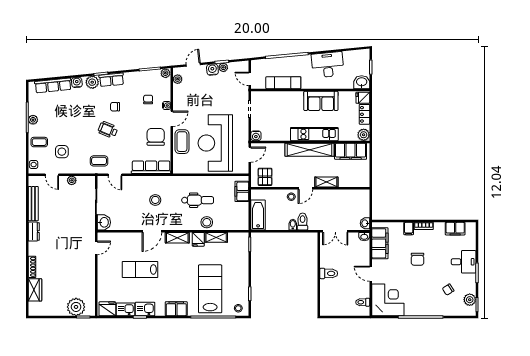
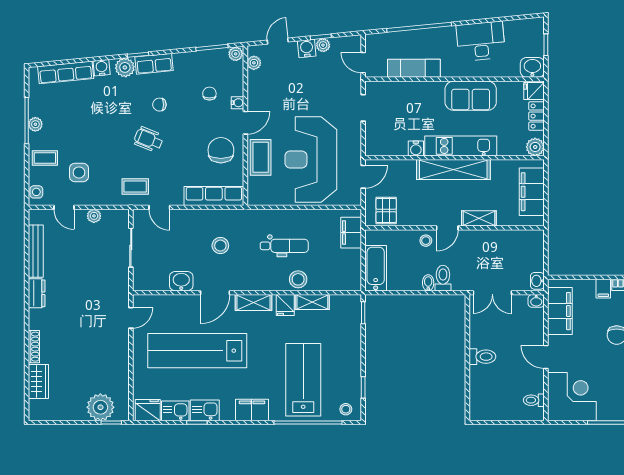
water cooler: (256, 136) -> (416, 148), moved
filing cabinet: (351, 151) -> (532, 192), moved, turned 90
washbasin: (104, 222) -> (181, 281), moved, turned -90
lab bench: (140, 269) -> (197, 351), width x1.86, depth x1.39

